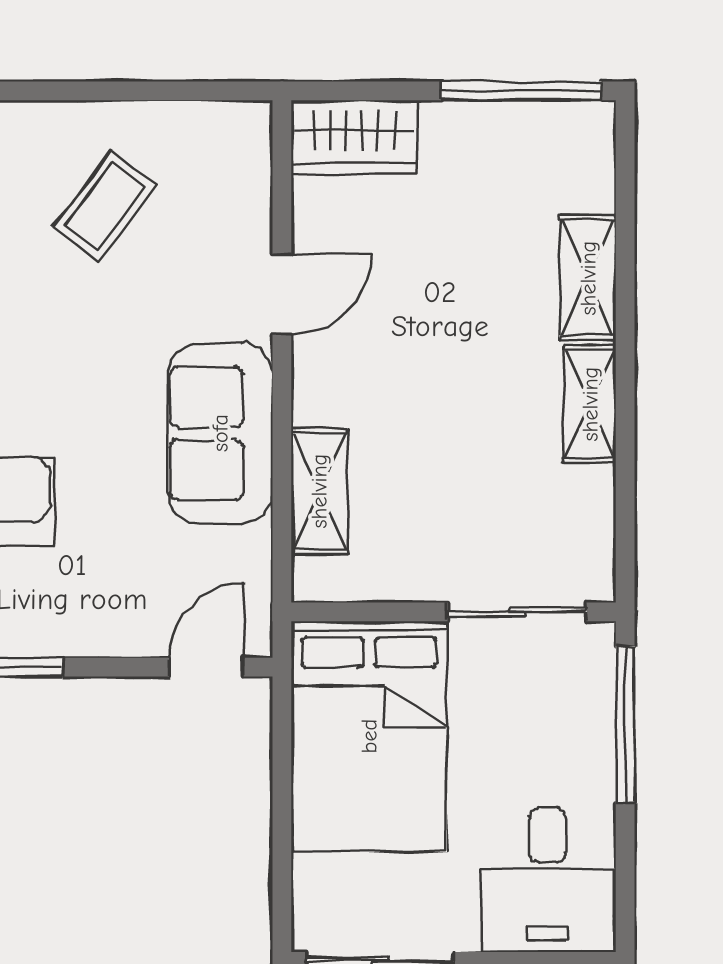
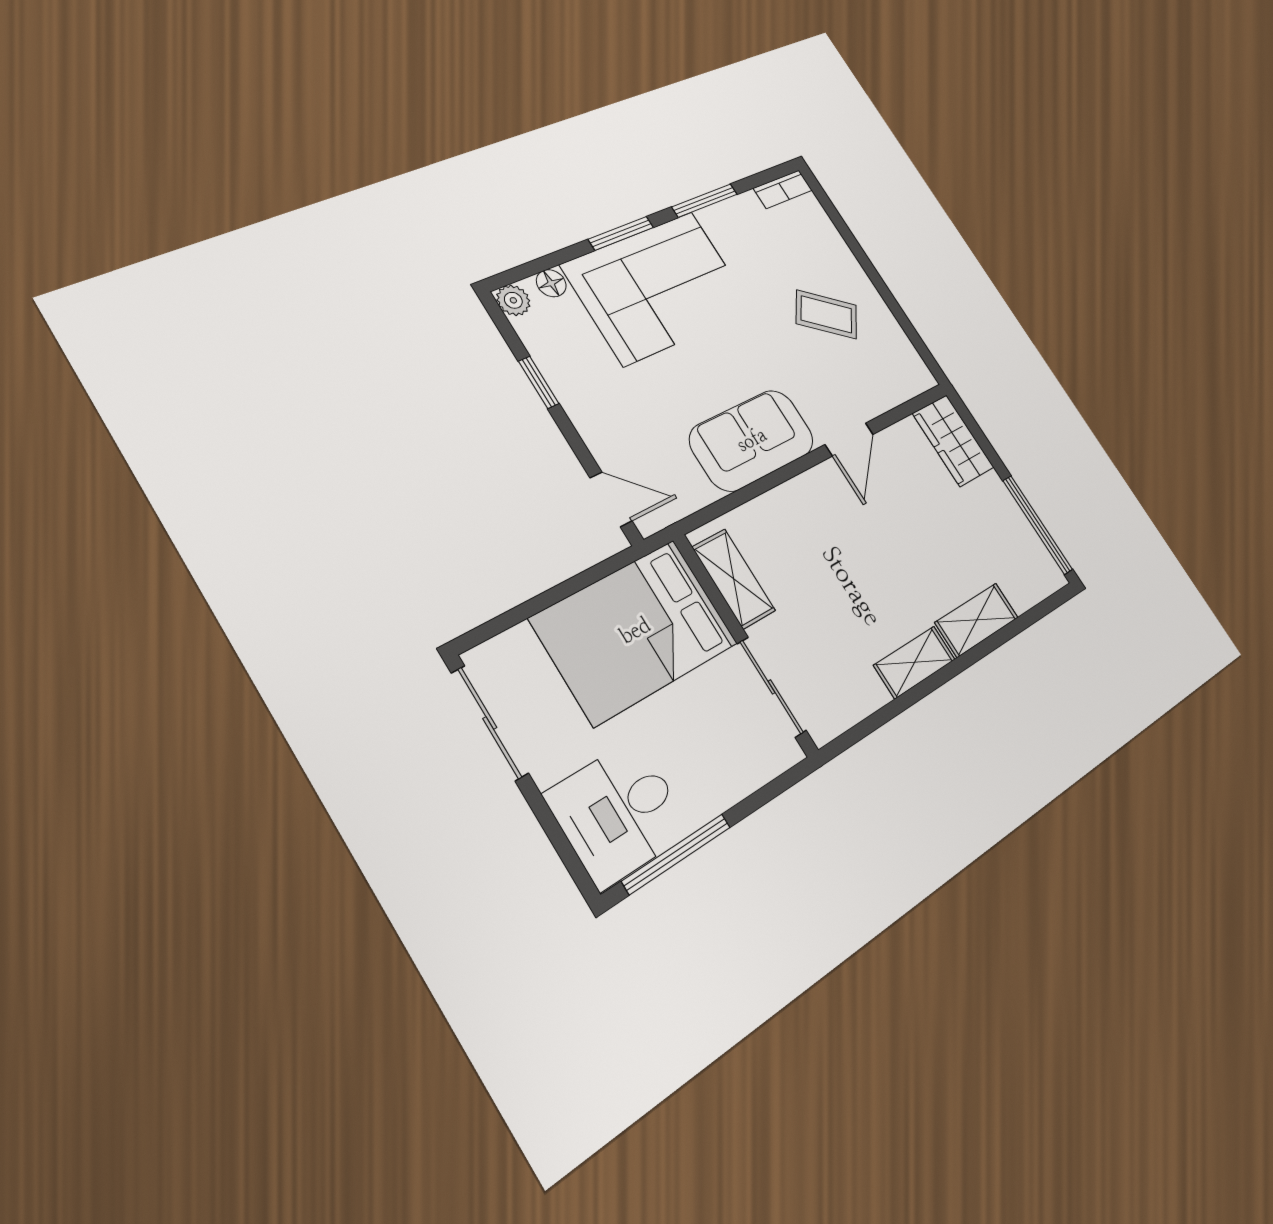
door: (282, 294) -> (849, 439), hinge flipped
shelving: (319, 491) -> (734, 579), moved, turned 90
window: (625, 725) -> (677, 854), moved

